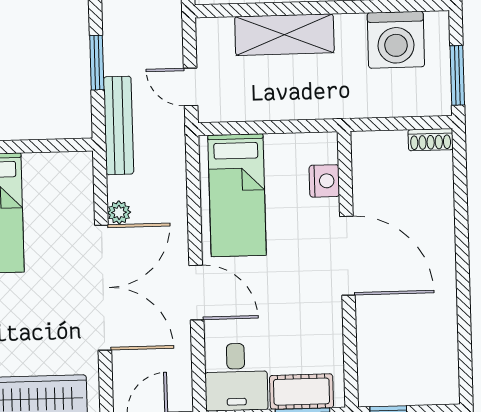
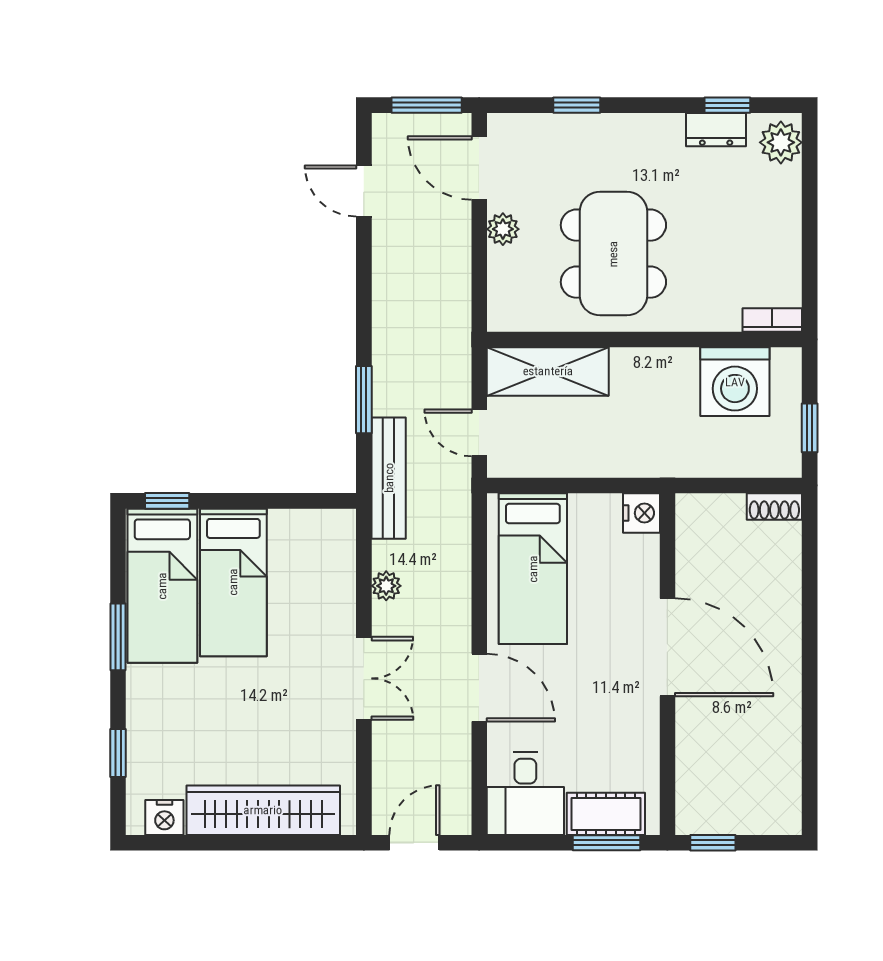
shelving: (284, 35) -> (548, 371), moved
window: (457, 75) -> (810, 428), width x0.67
nightstand: (324, 181) -> (641, 513), moved
double door: (103, 288) -> (364, 678), width x0.54

